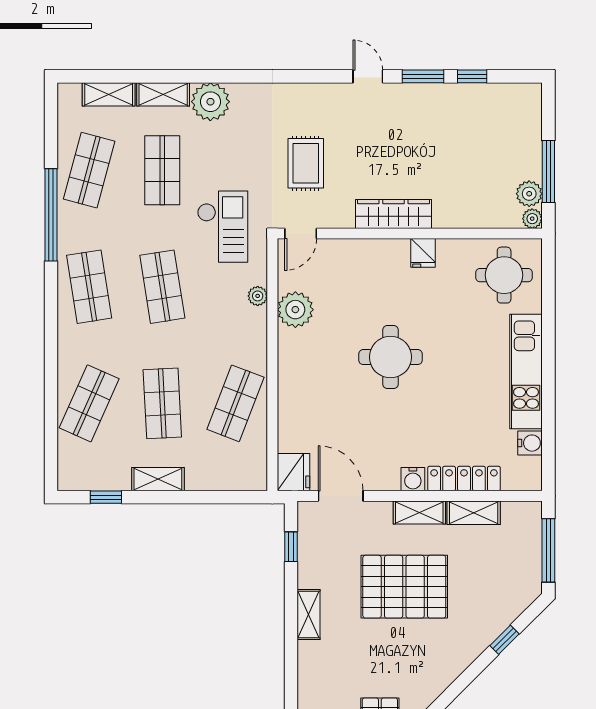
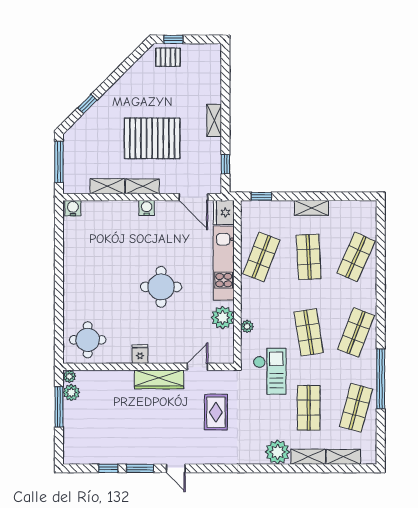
checkout: (223, 227) -> (270, 371), turned 180
door: (301, 234) -> (197, 367), moved
shop shelf: (89, 287) -> (356, 332), turned 30
kitchen unit: (526, 371) -> (224, 263), moved, turned 180
water cooler: (530, 443) -> (73, 208), moved, turned 90
locker: (464, 479) -> (114, 208), removed
window: (106, 497) -> (261, 196), moved

